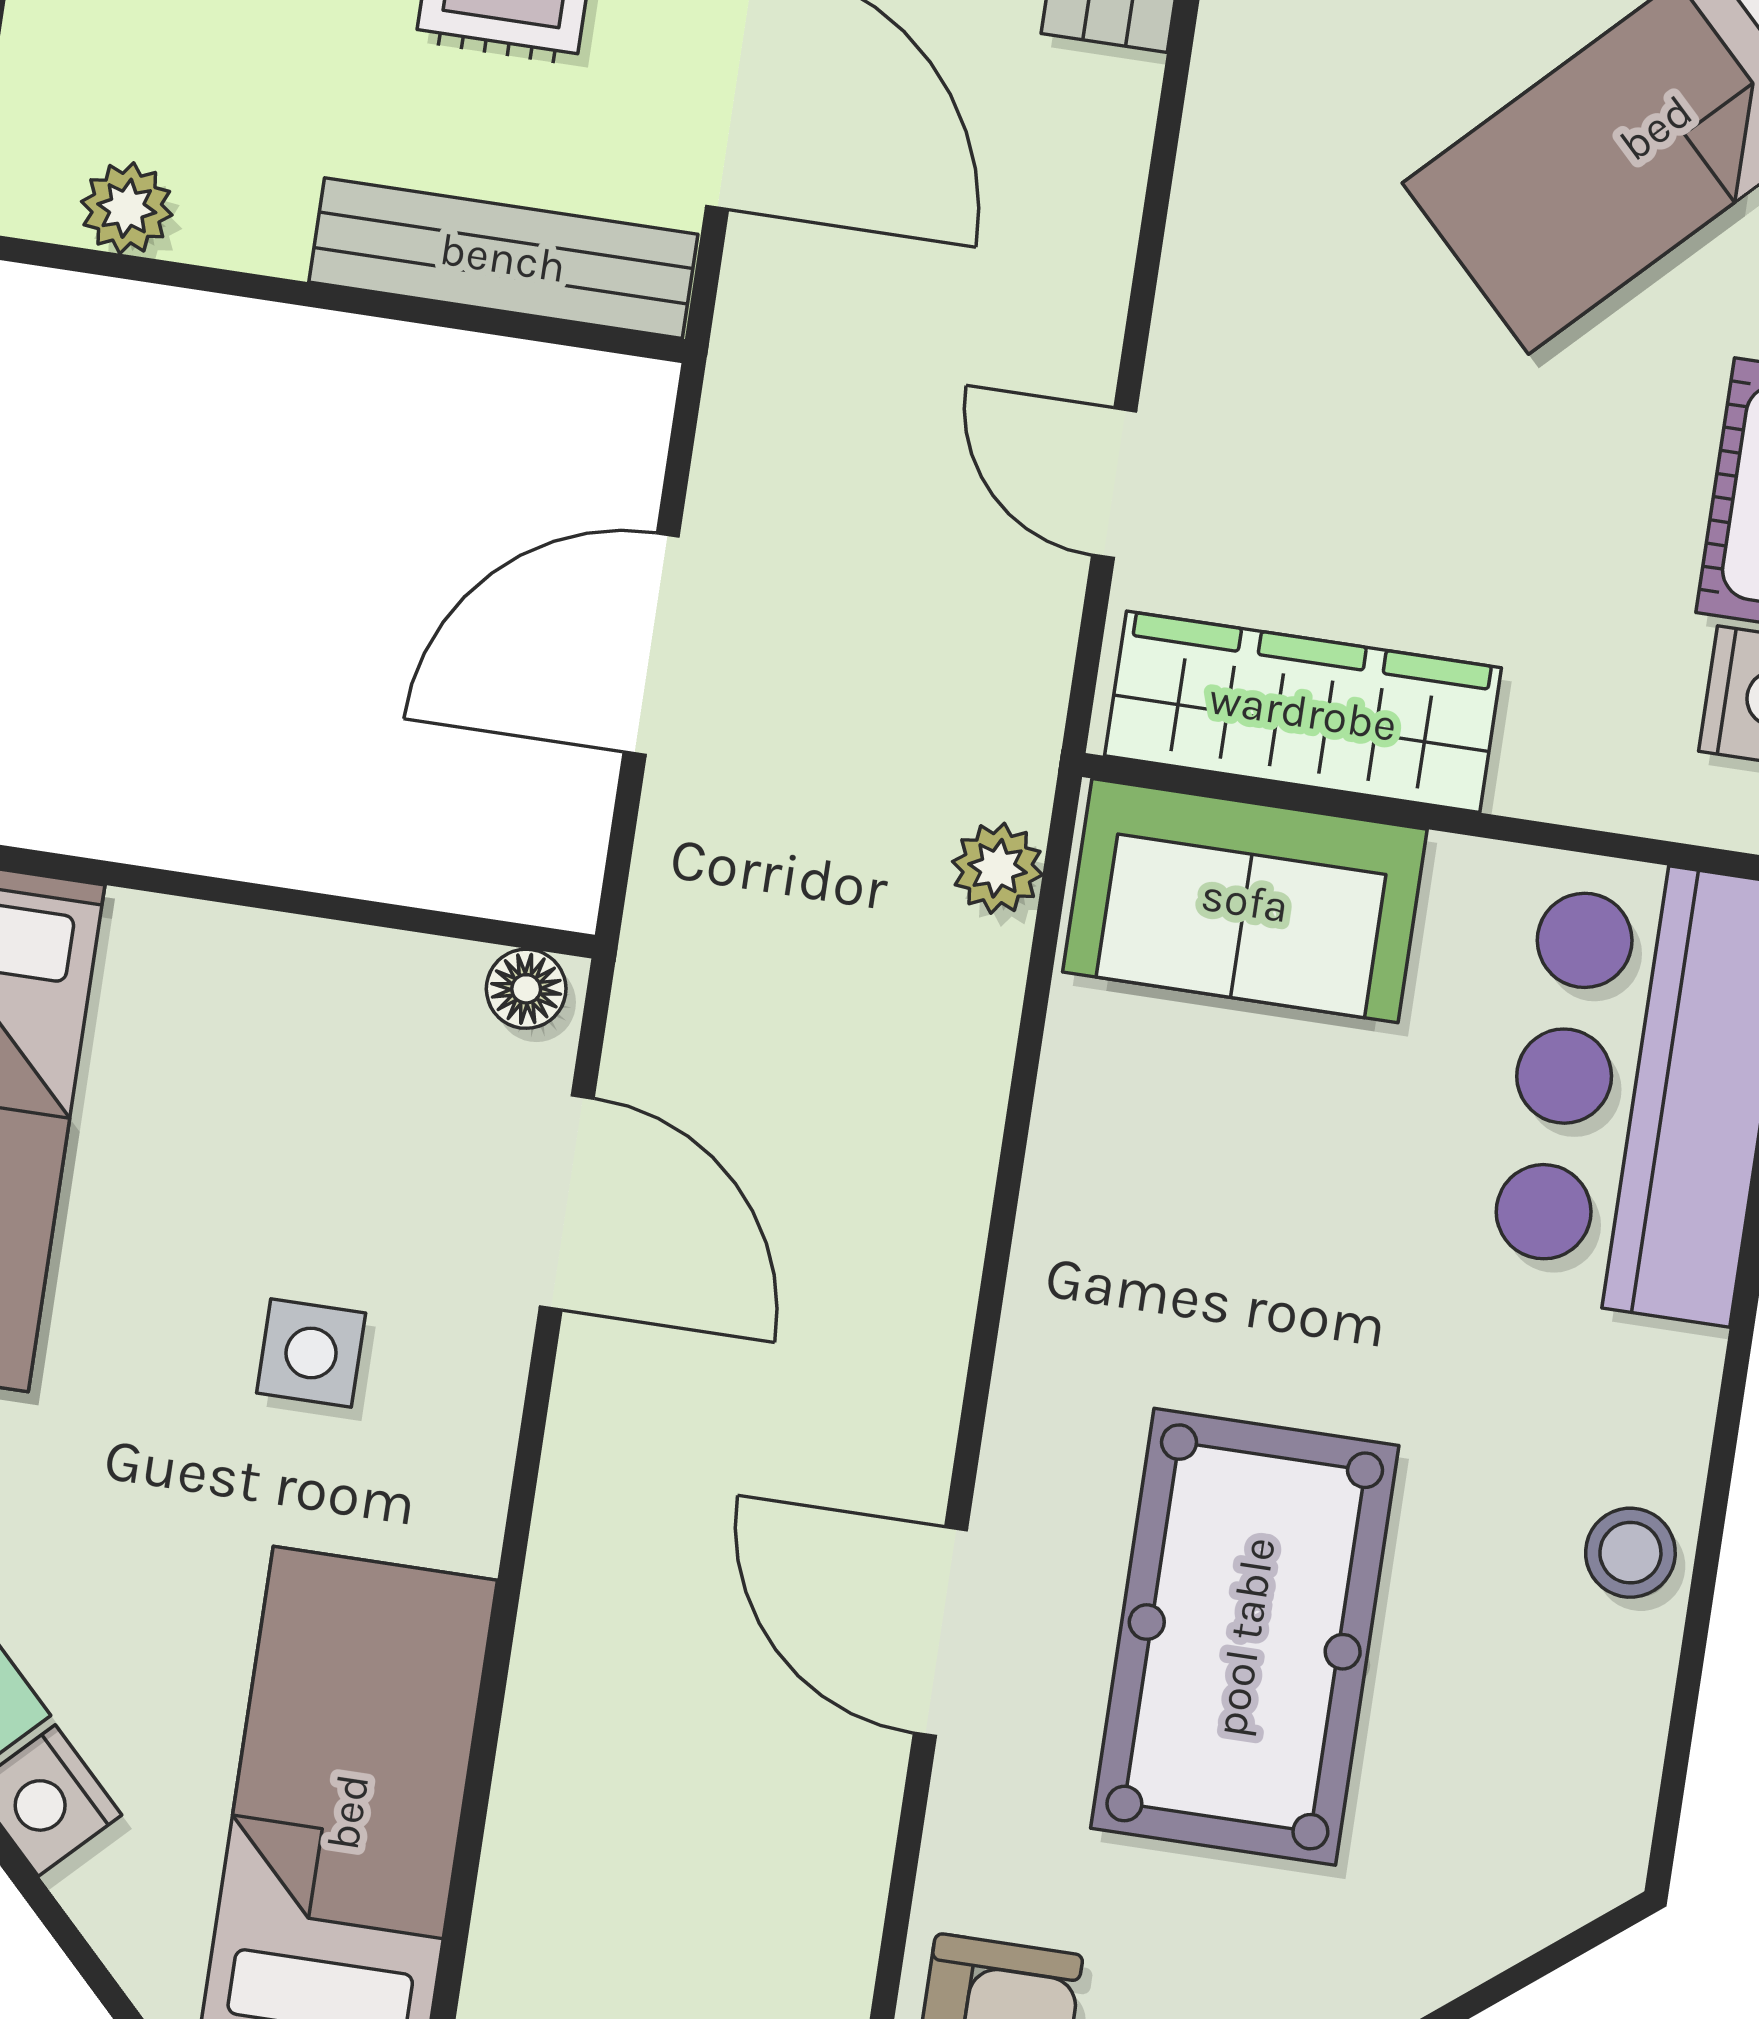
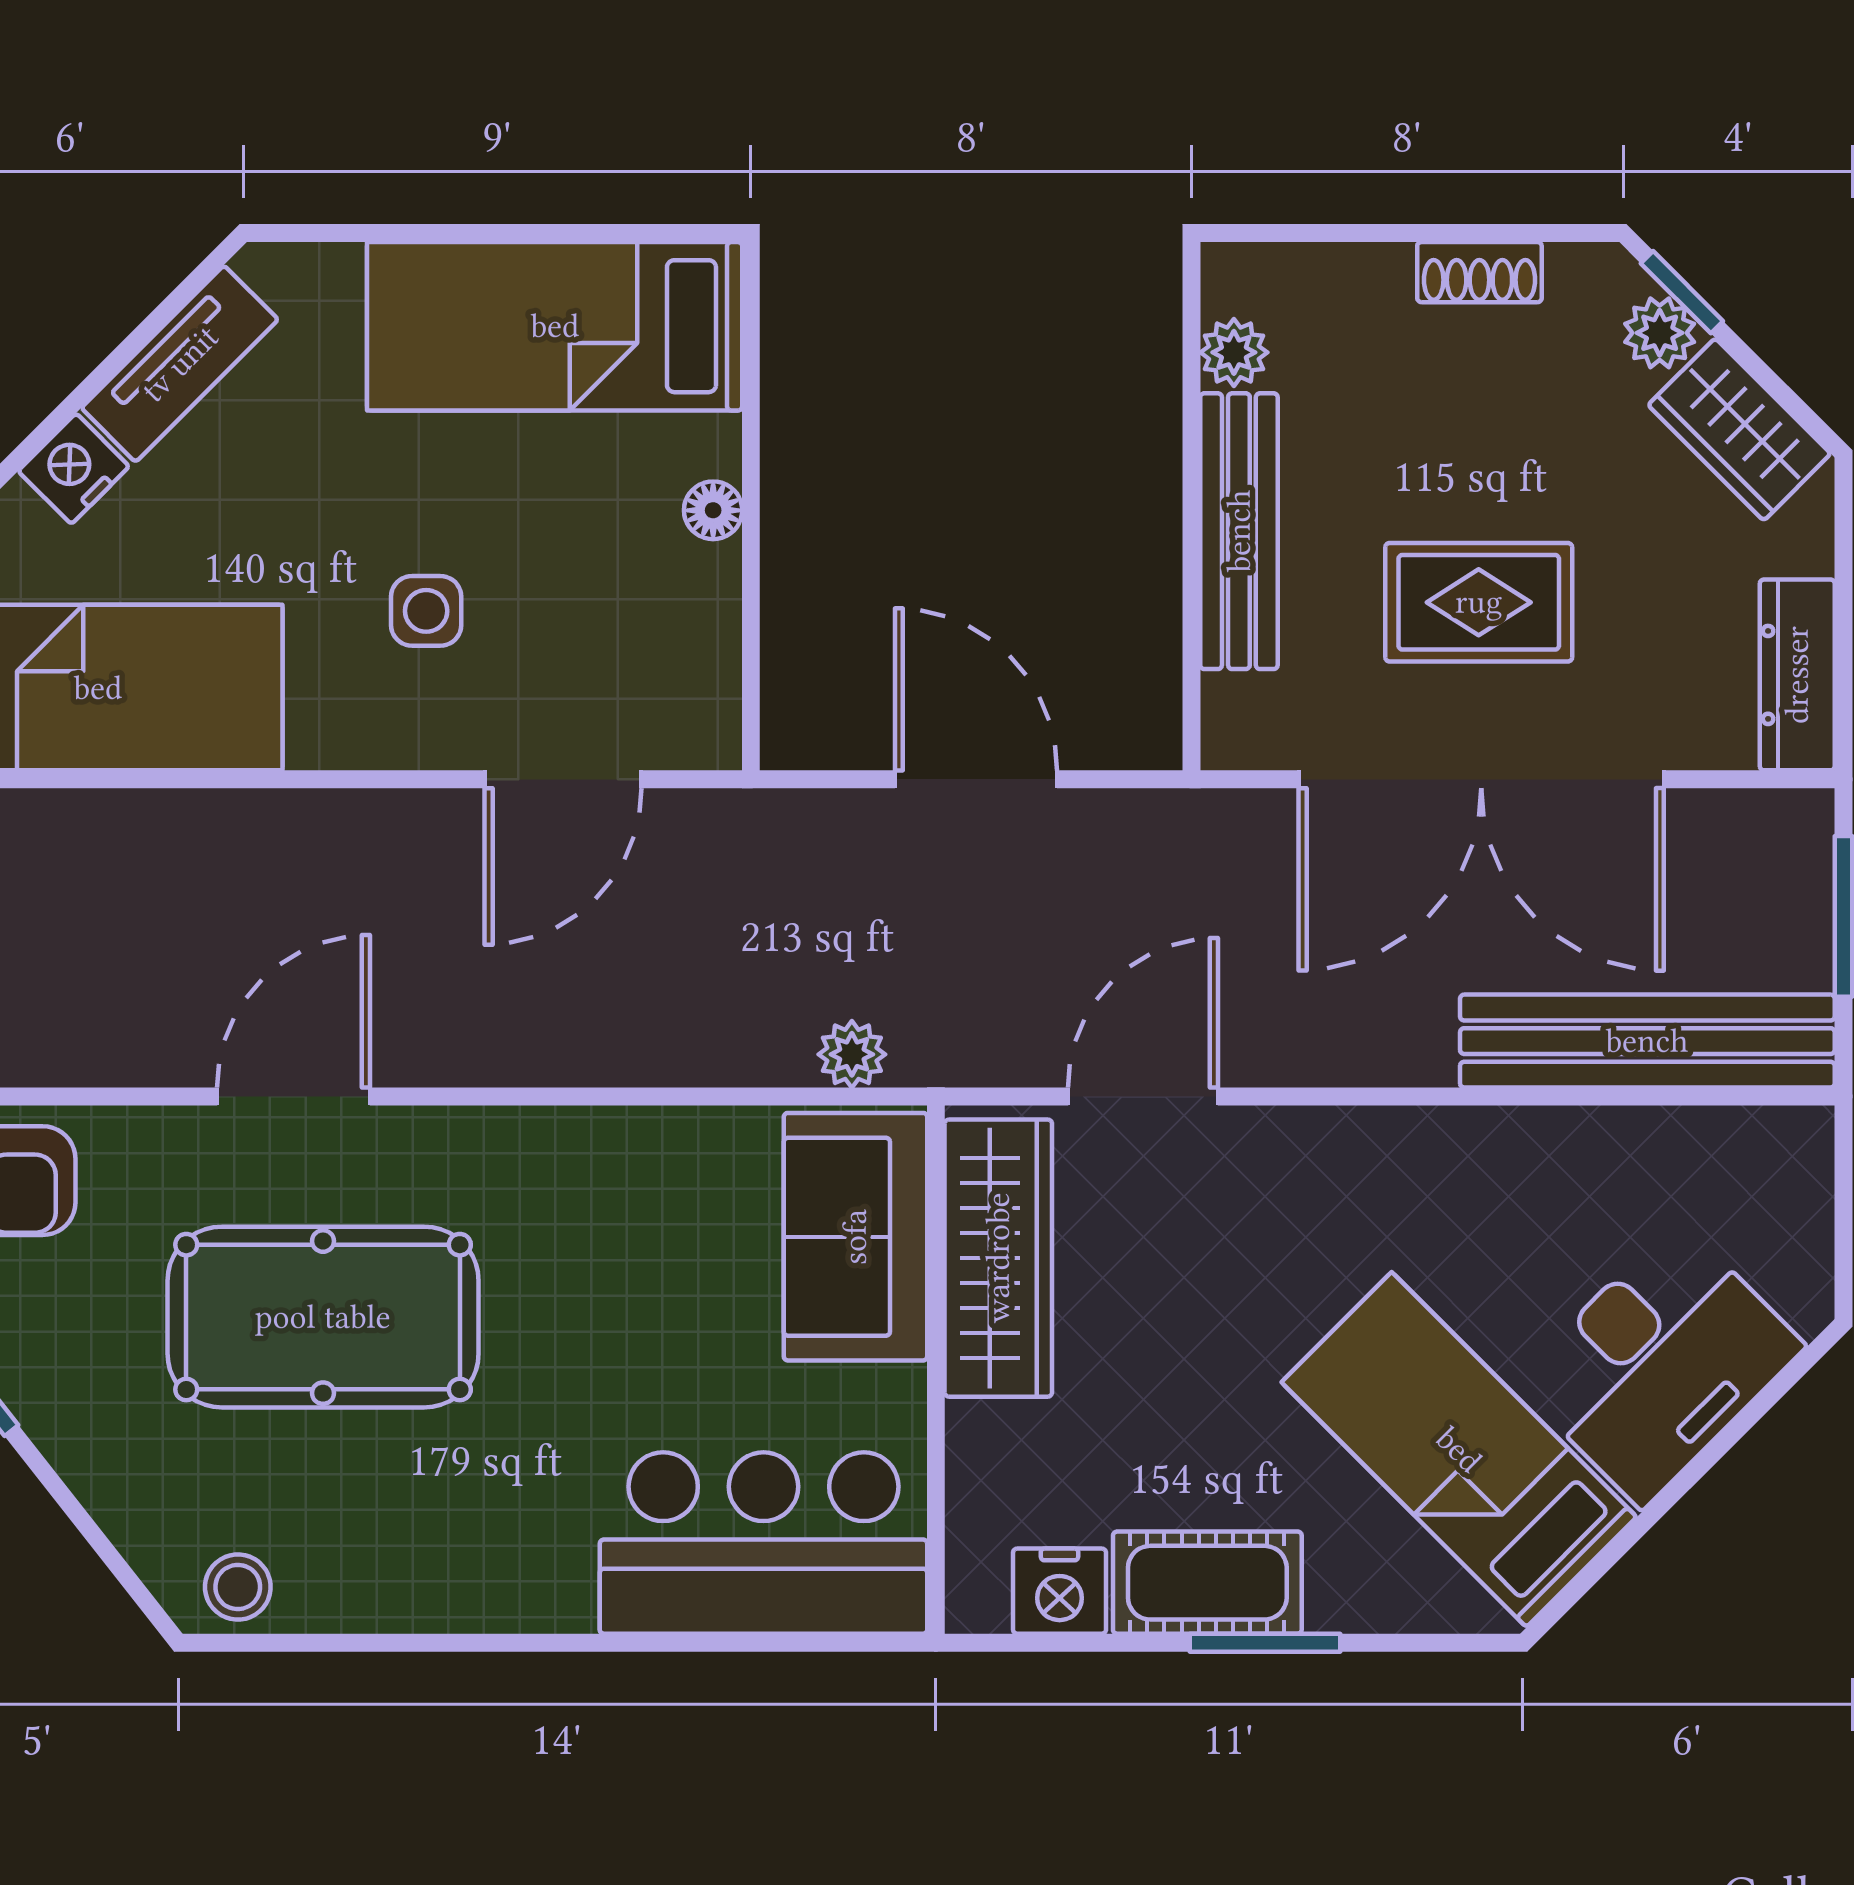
bench: (503, 258) -> (1239, 531), moved
door: (1114, 483) -> (1143, 1096), width x1.38
floor lamp: (526, 989) -> (713, 510), moved
stool: (1630, 1553) -> (238, 1587), moved

